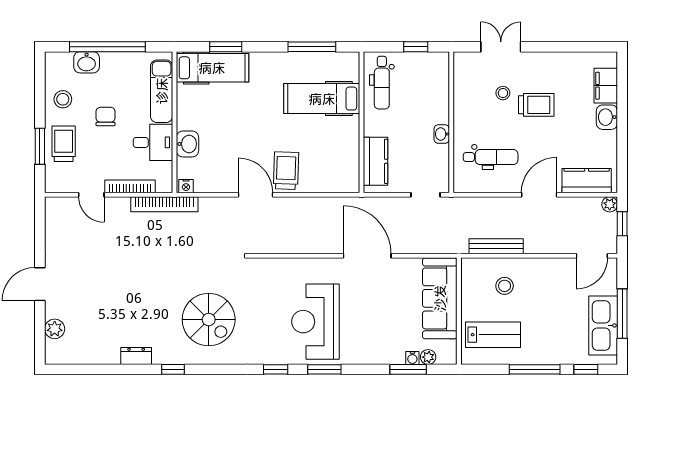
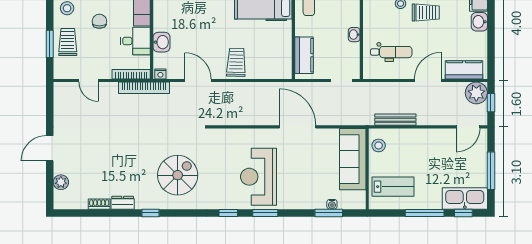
bookcase: (130, 186) -> (131, 74), moved
door: (256, 195) -> (198, 81), moved
plant: (610, 204) -> (476, 93), width x1.87, depth x1.87
stool: (505, 286) -> (379, 145), moved
spiral stairs: (209, 320) -> (178, 175), turned -90
kitchen sink: (603, 325) -> (465, 198), moved, turned 90
plant: (428, 357) -> (344, 204), removed
shoe rack: (105, 358) -> (99, 204), added

